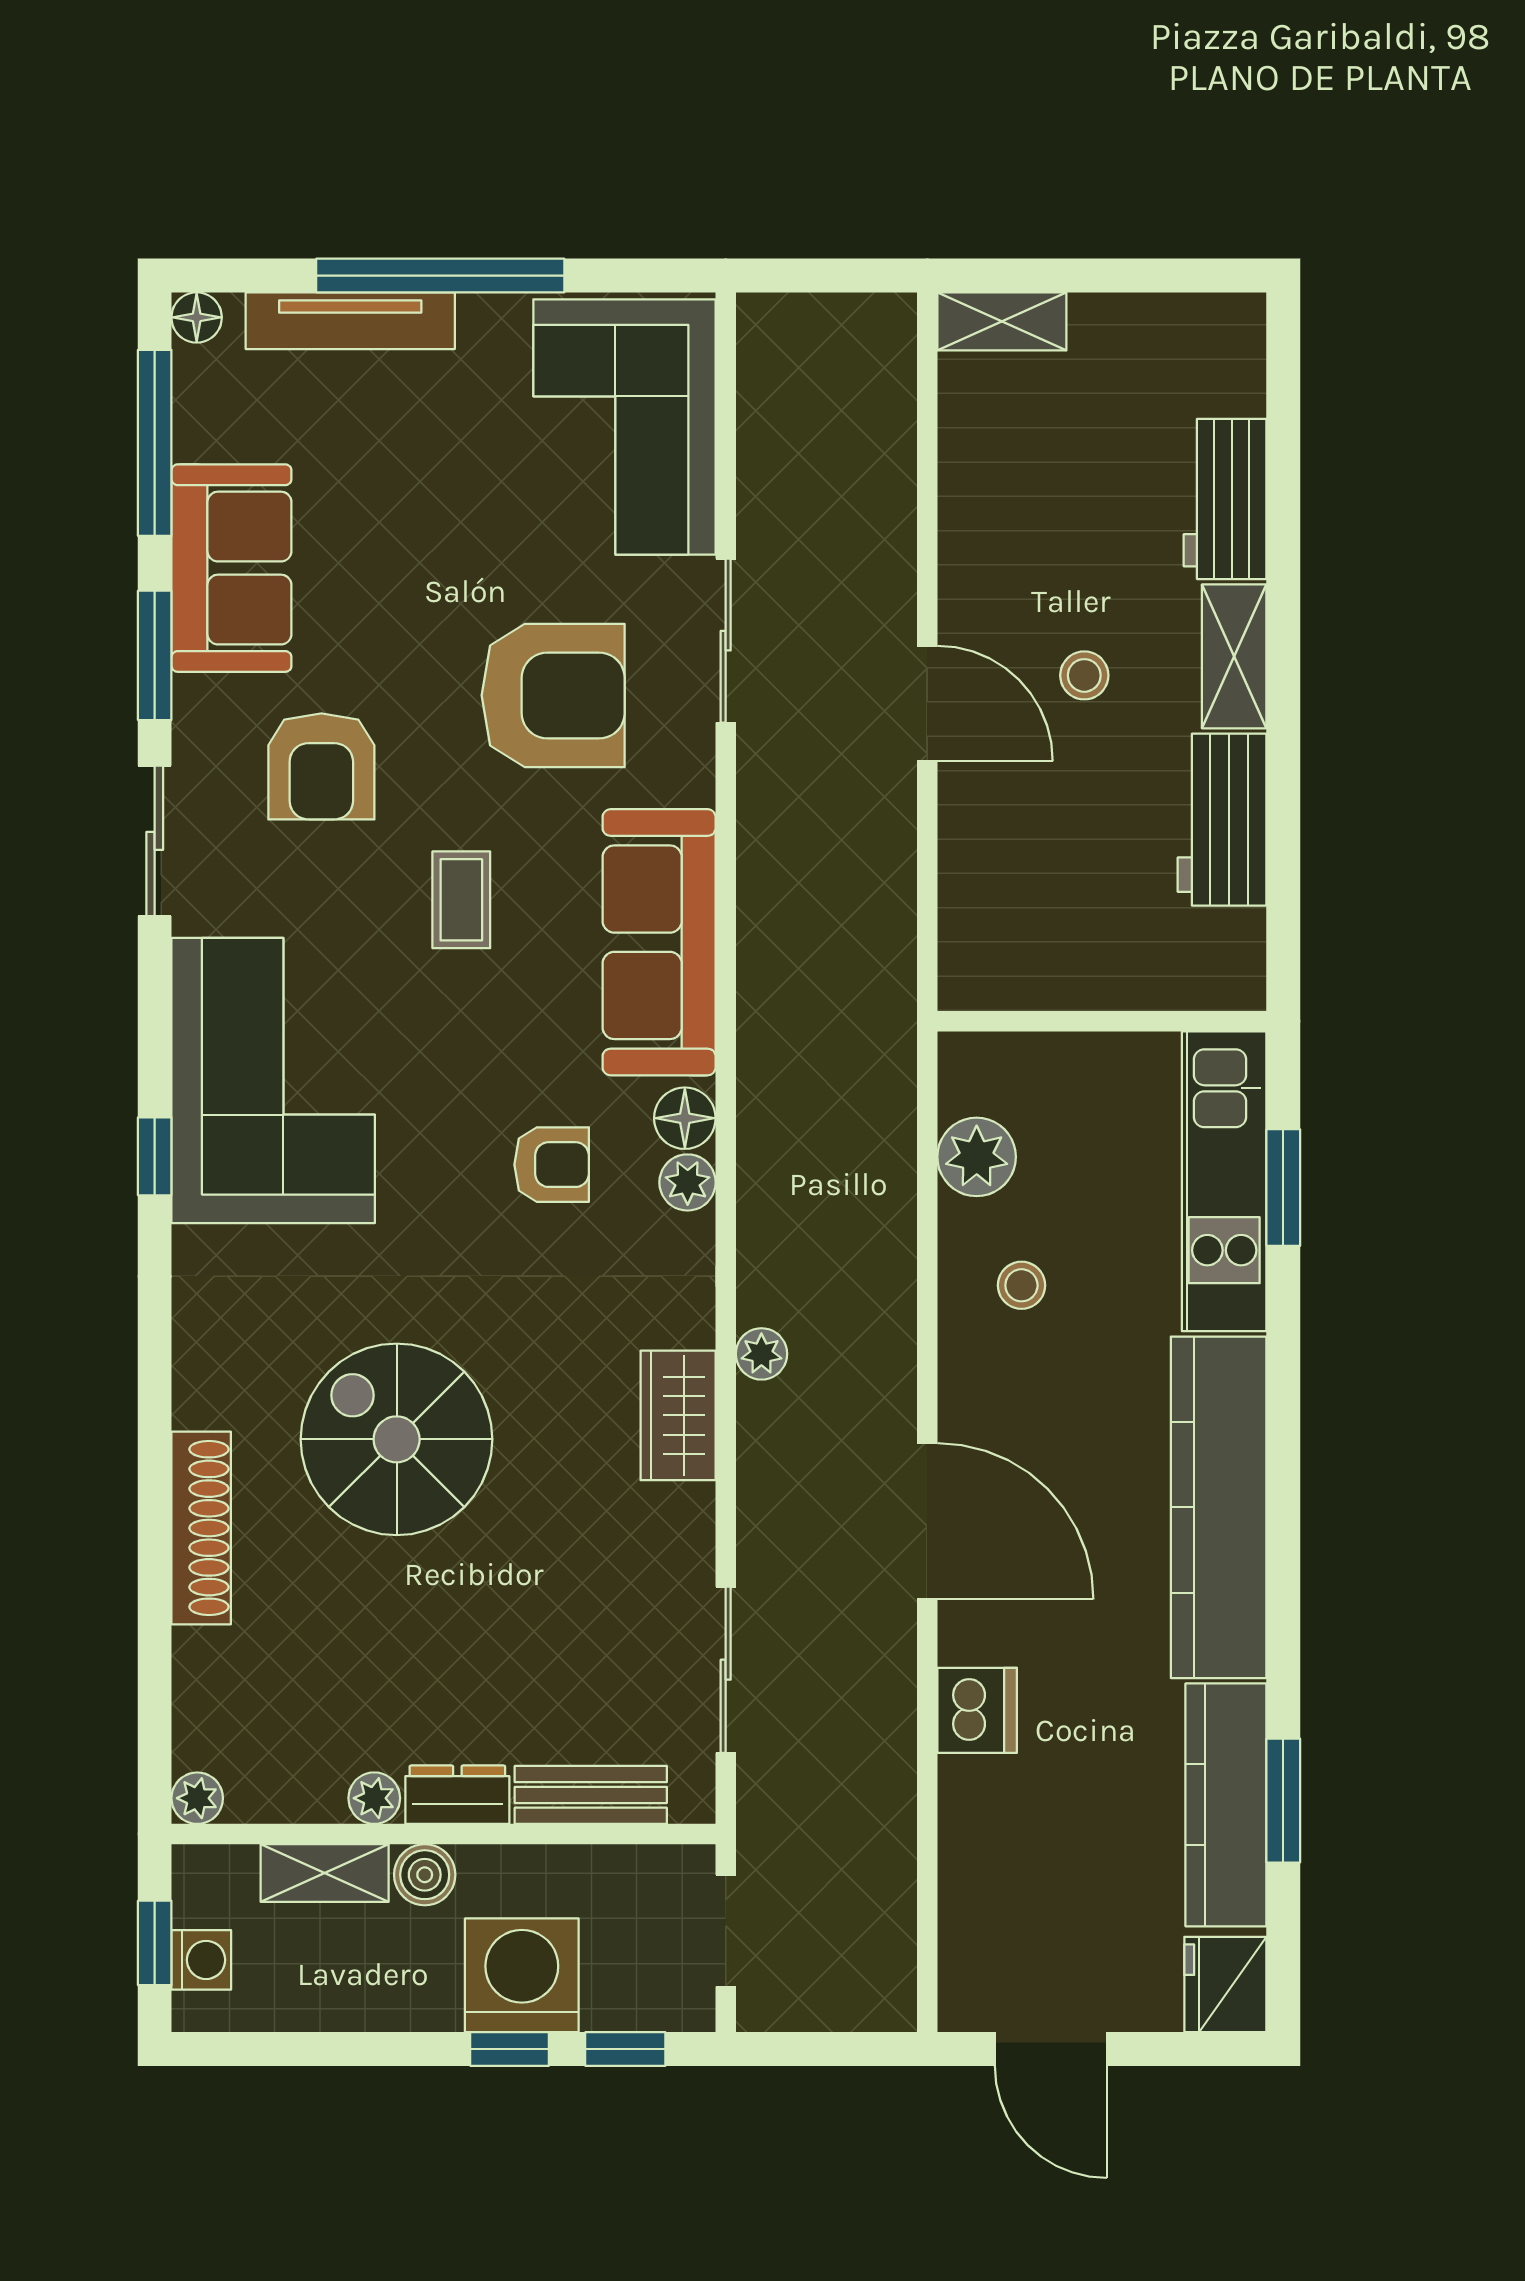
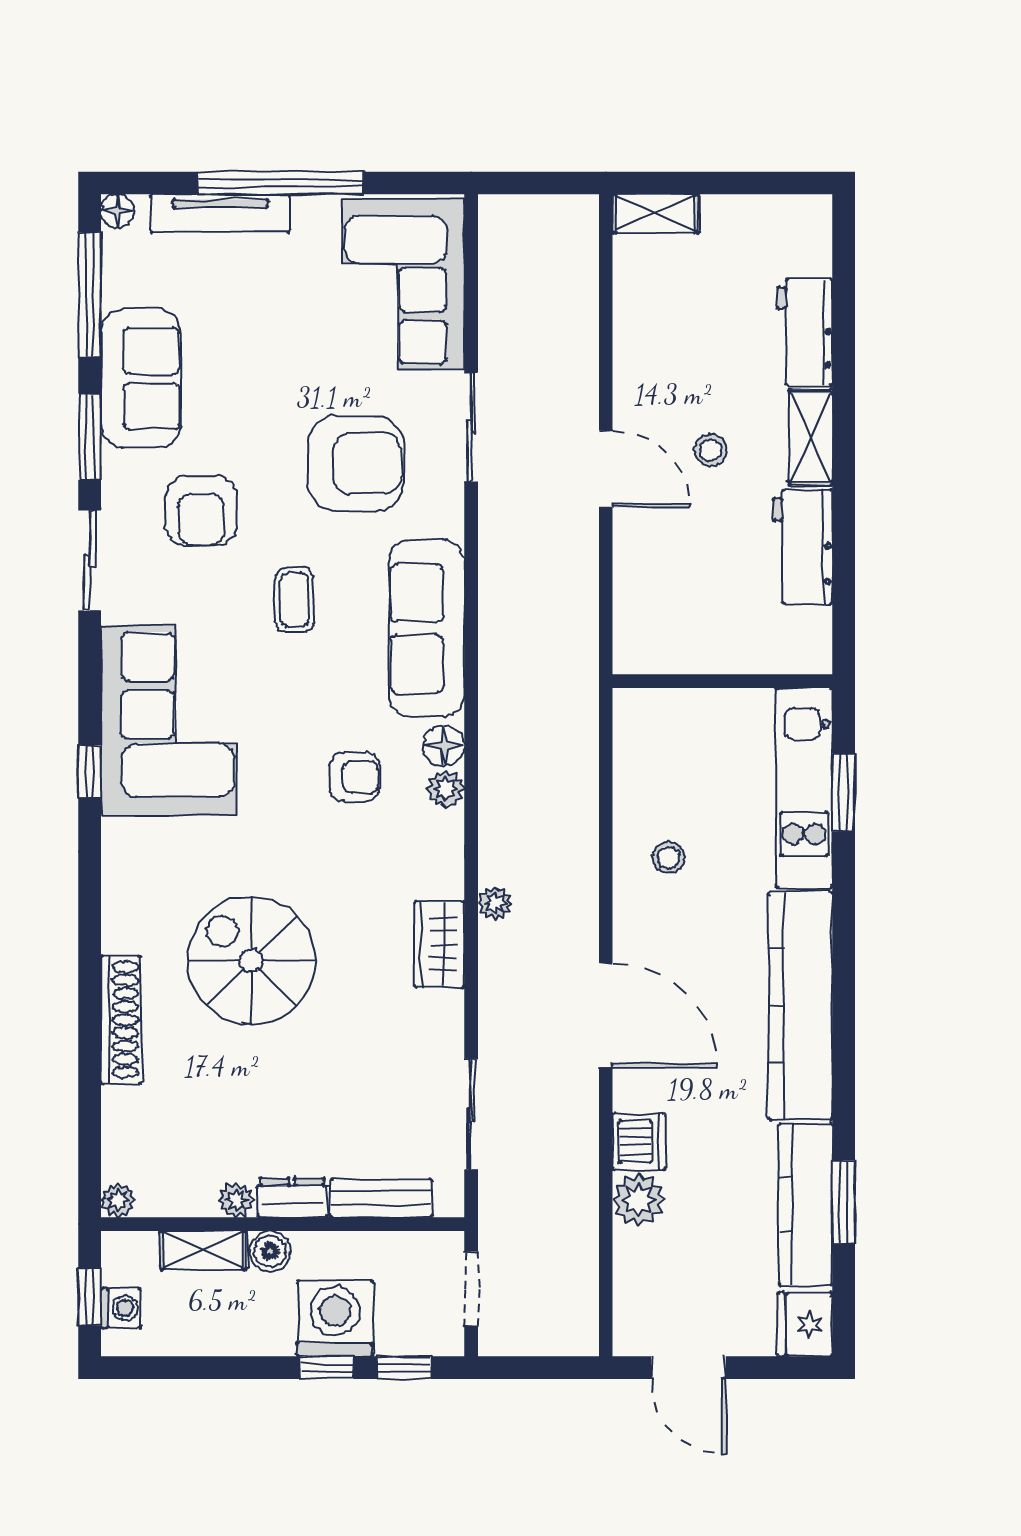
plant: (977, 1157) -> (639, 1200), moved

